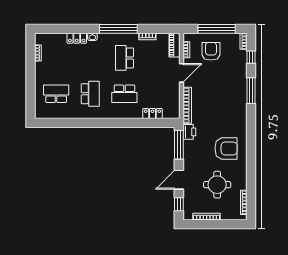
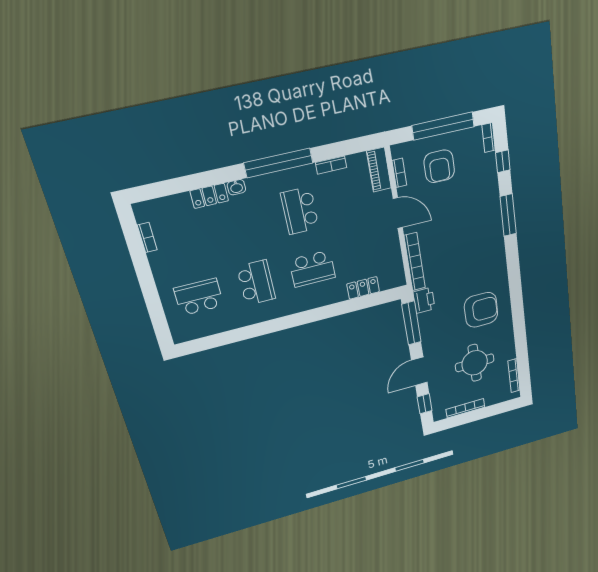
armchair: (211, 51) -> (439, 166), turned 180
door: (182, 73) -> (398, 213), hinge flipped

